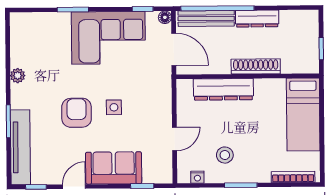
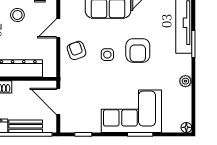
floor lamp: (165, 17) -> (186, 127), moved
bench: (206, 18) -> (26, 126), width x0.73
corner sofa: (108, 38) -> (131, 111), moved
armchair: (152, 112) -> (76, 50), added

